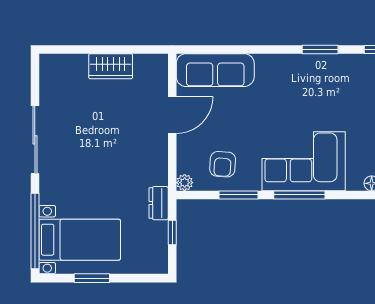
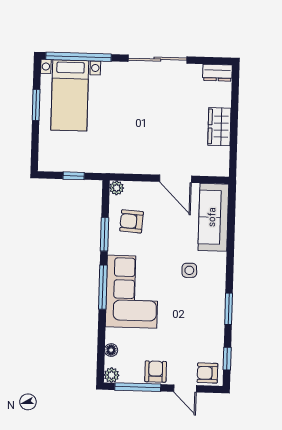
side table: (277, 96) -> (189, 270), added
dresser: (159, 203) -> (217, 73), moved, turned 180

